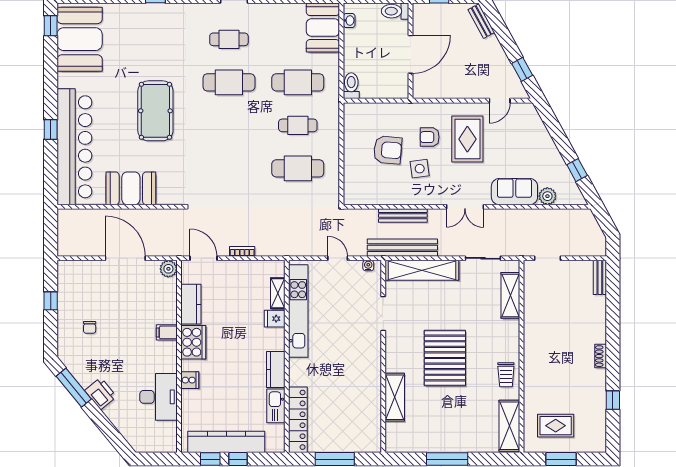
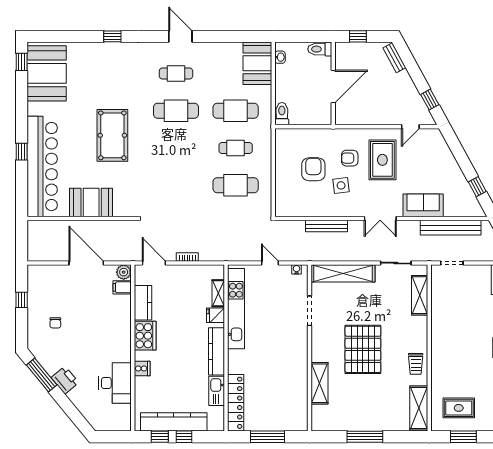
armchair: (388, 150) -> (313, 169), turned -95
plant: (547, 196) -> (452, 209), removed
bench: (402, 248) -> (451, 228), moved
filing cabinet: (167, 332) -> (122, 287), moved
kitchen counter: (276, 369) -> (216, 351), width x1.50

